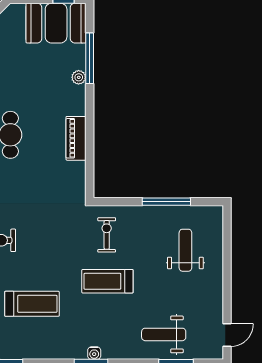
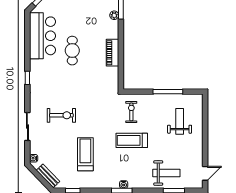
treadmill: (32, 304) -> (85, 154), turned -90
weight bench: (164, 334) -> (166, 173), turned 180

